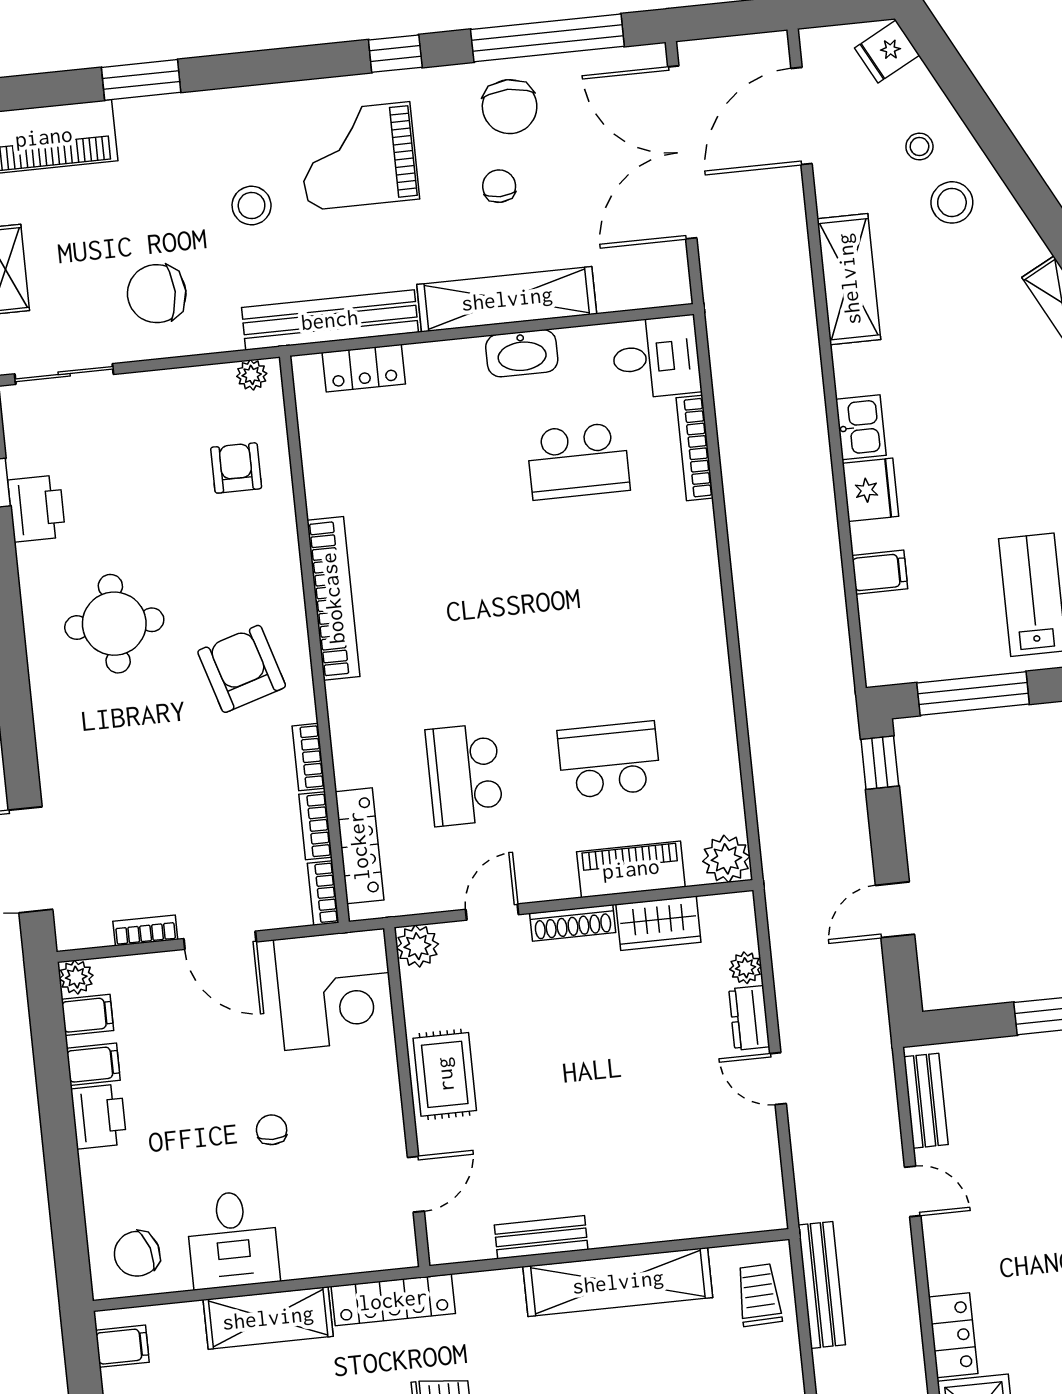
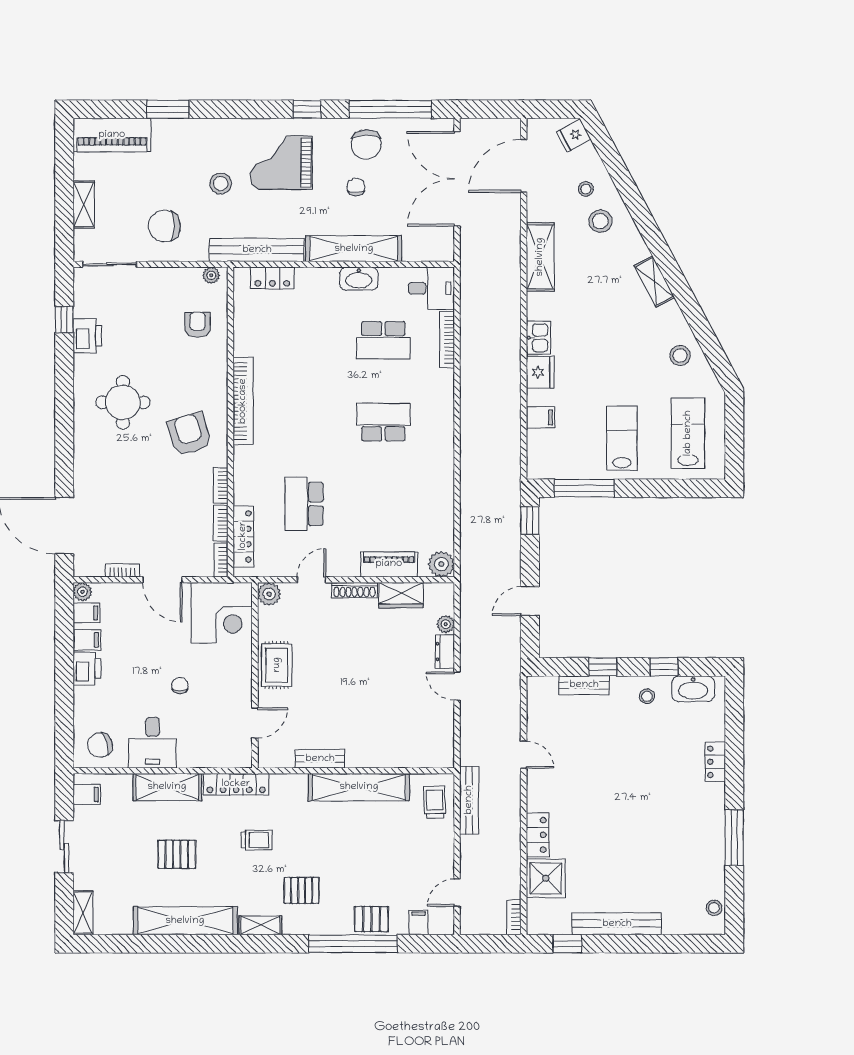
school desk: (609, 760) -> (383, 422), moved
bench: (926, 1101) -> (584, 685), moved, turned 90

